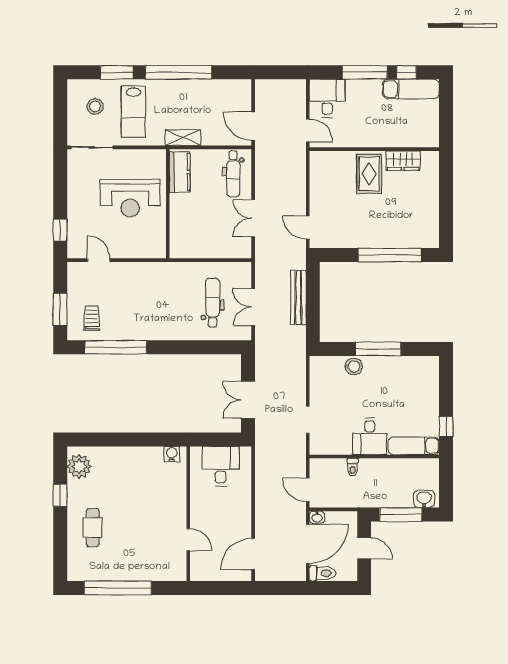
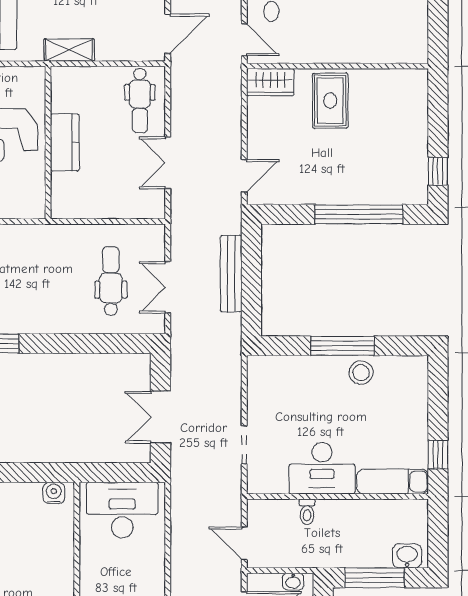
door: (253, 126) -> (168, 34), swing flipped
wardrobe: (403, 161) -> (270, 82), moved
kitchen counter: (180, 172) -> (65, 142), moved
window: (446, 224) -> (438, 171), added
door: (308, 228) -> (244, 176), swing flipped
stool: (354, 366) -> (361, 373), moved
desk: (370, 436) -> (322, 468), width x1.37
desk: (221, 466) -> (122, 510), width x1.37
washbasin: (317, 517) -> (293, 582), moved

